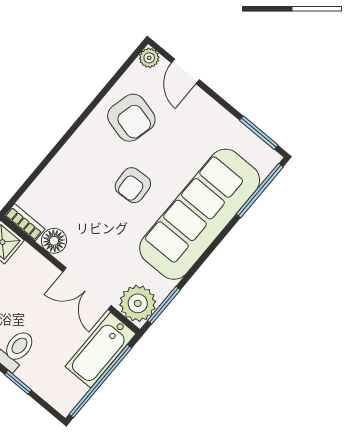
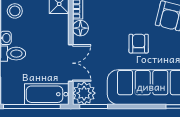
armchair: (133, 185) -> (139, 44), turned 93
double door: (87, 289) -> (71, 63), swing flipped

